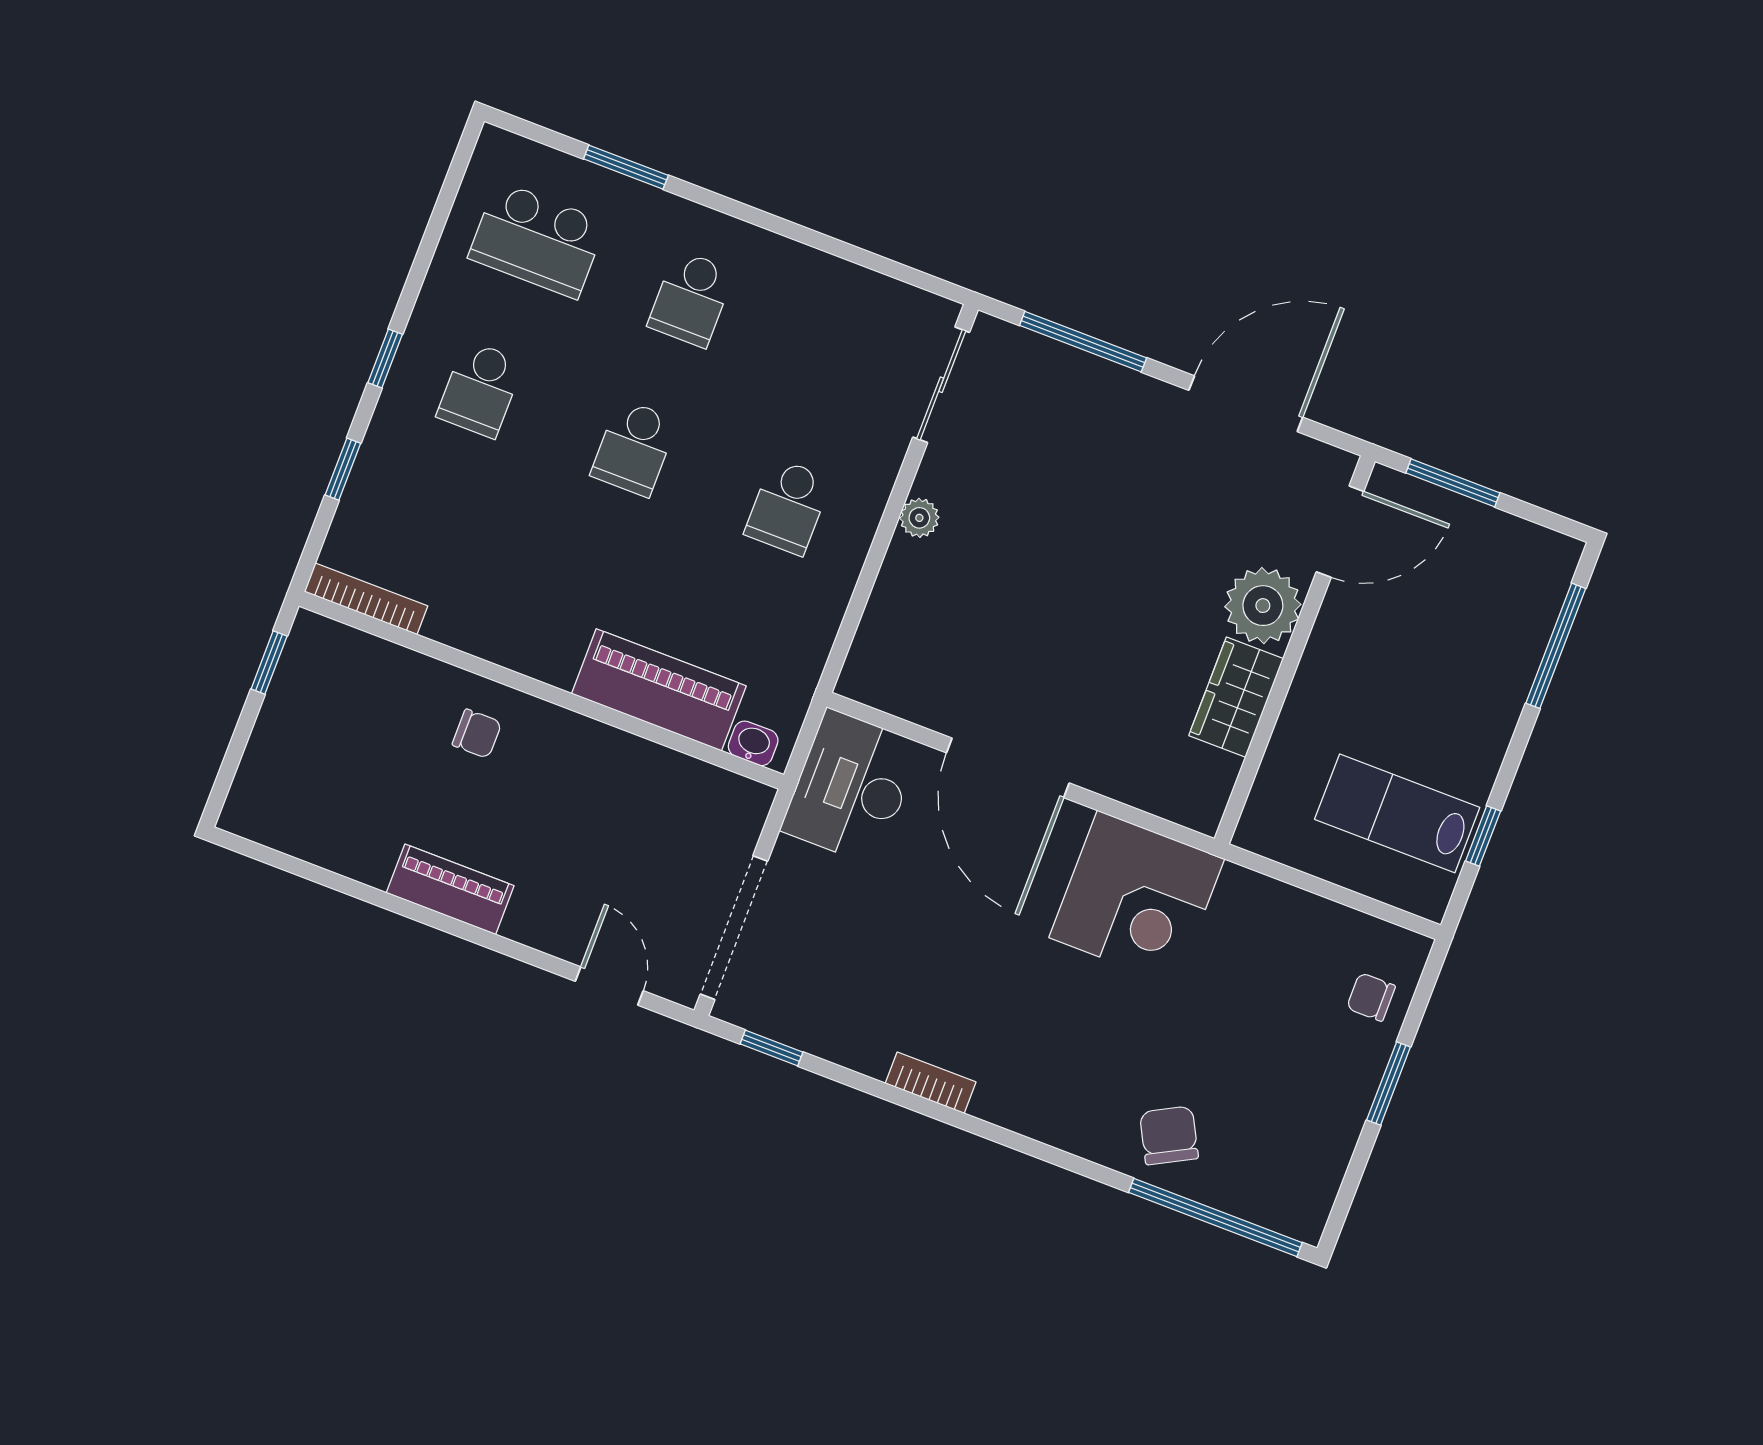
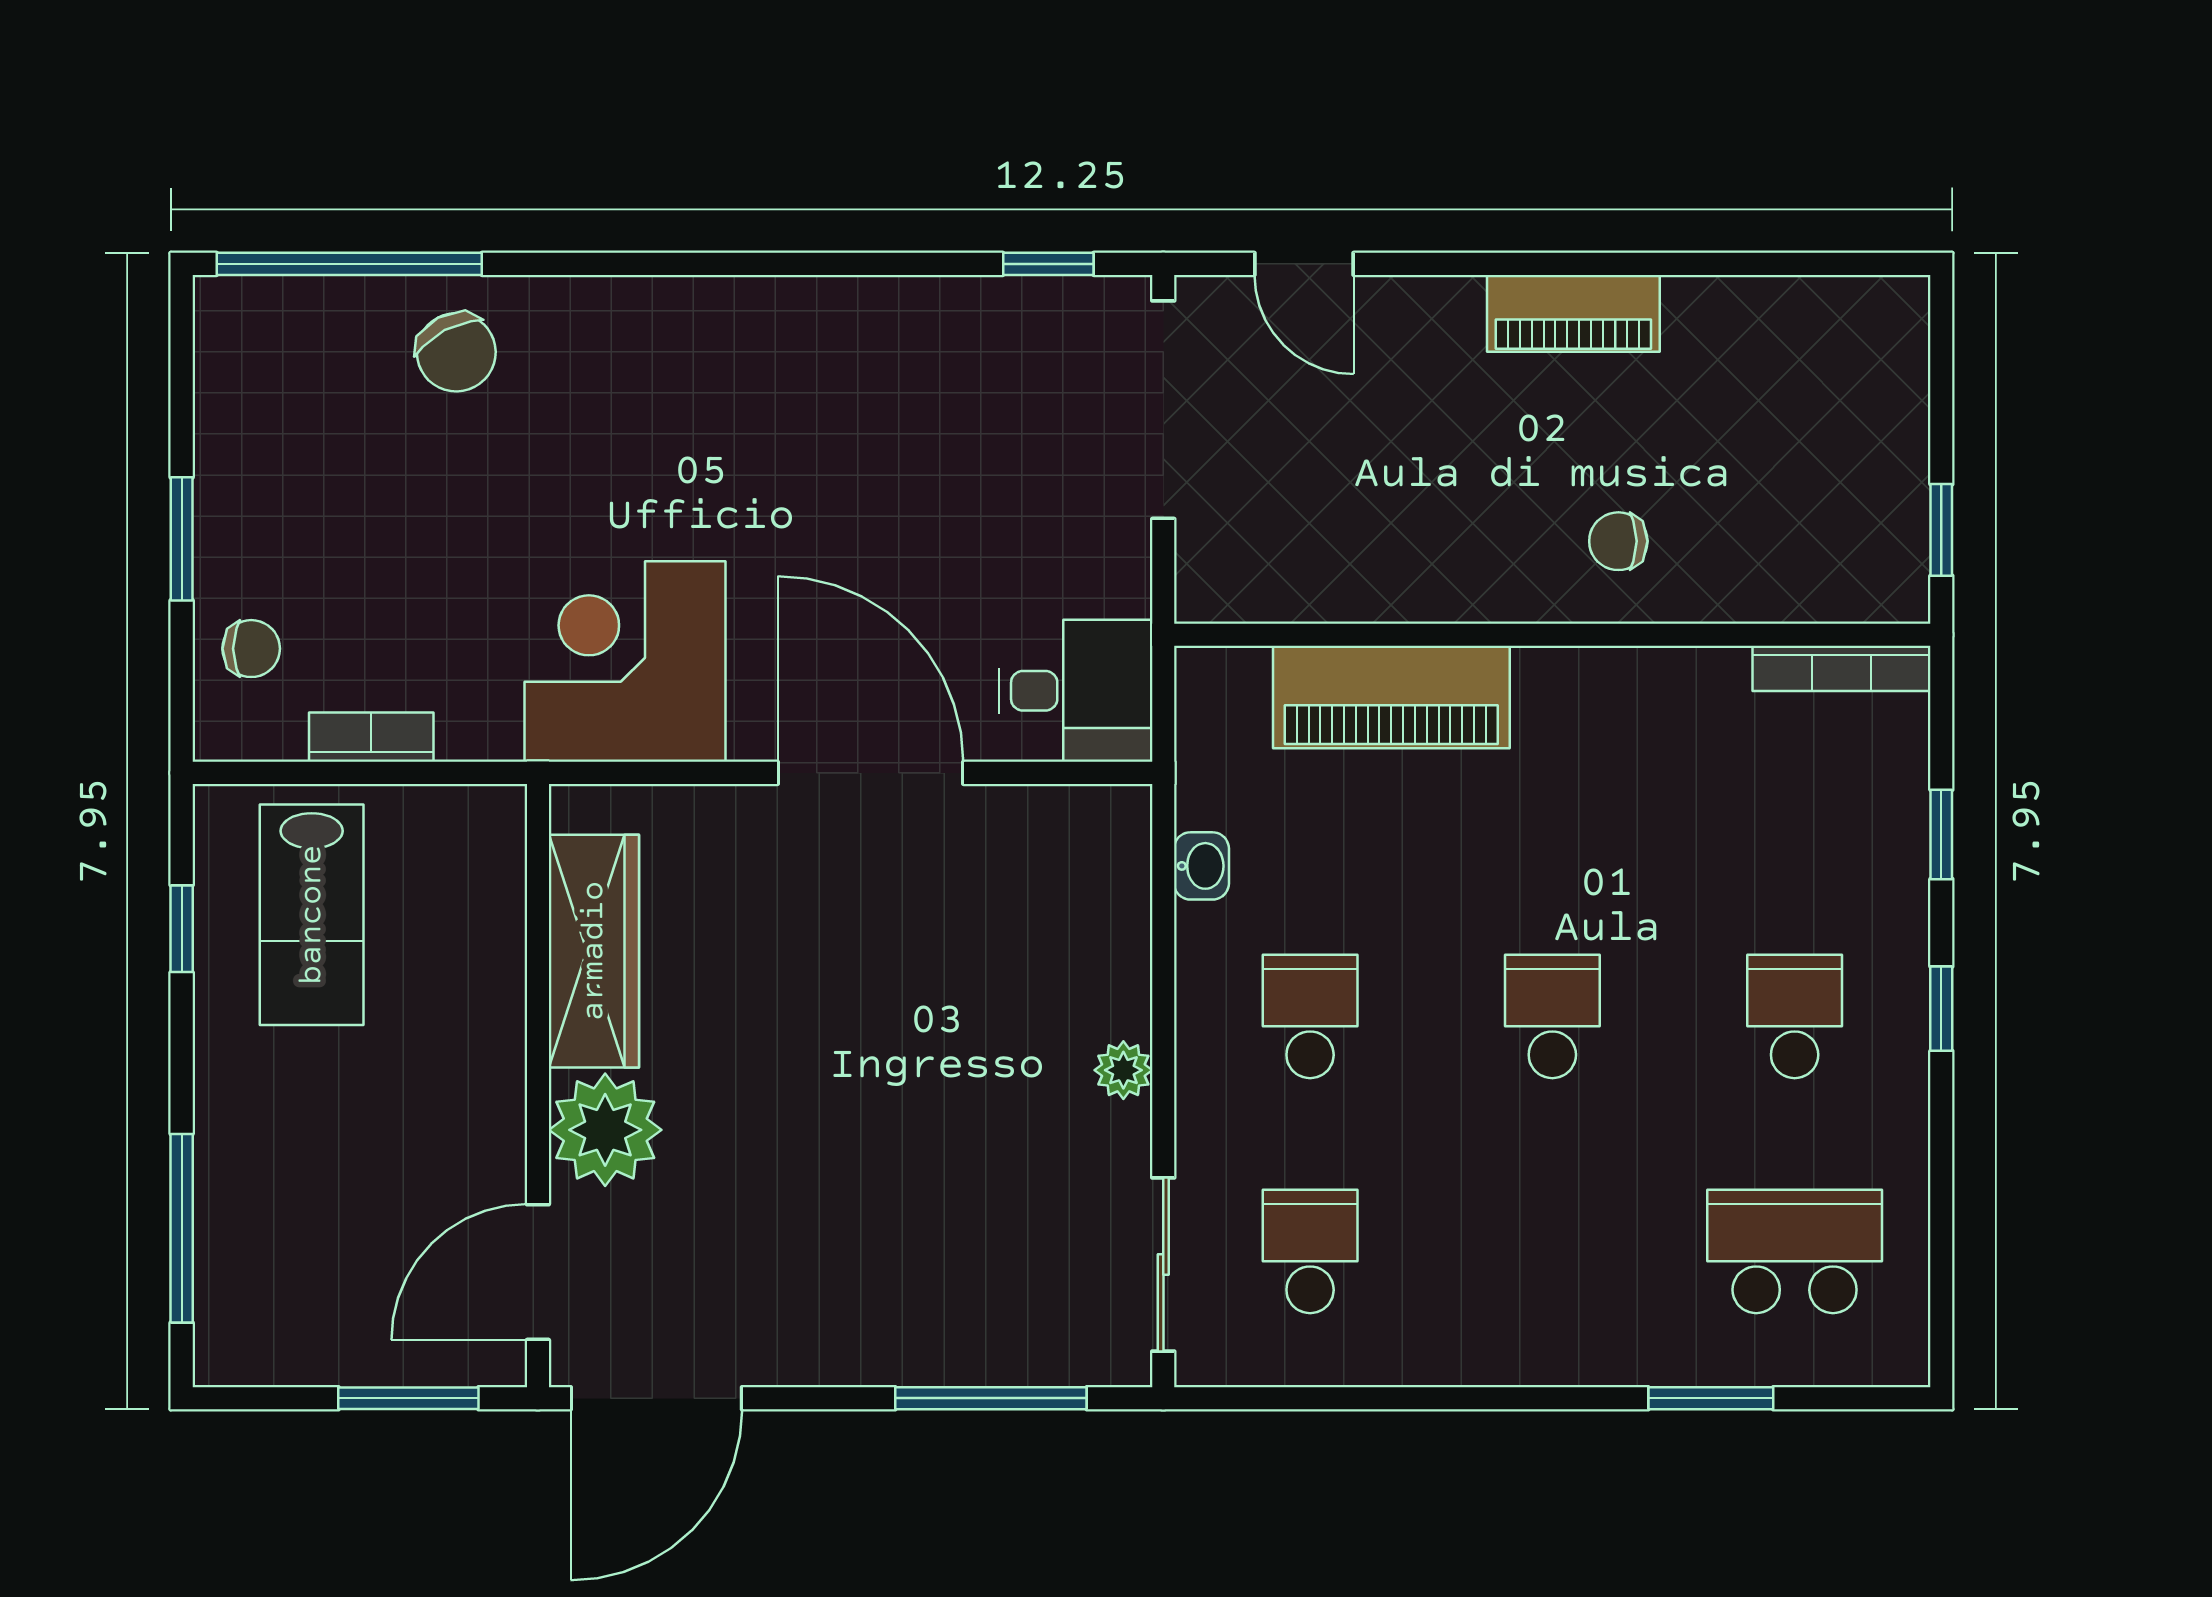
school desk: (691, 299) -> (1310, 1251), moved
door: (1246, 404) -> (656, 1398), moved
wardrobe: (1236, 697) -> (594, 951), width x1.50
washbasin: (753, 743) -> (1201, 866), moved, turned -90
desk: (851, 787) -> (1076, 691), width x0.73
lab bench: (1397, 813) -> (312, 915), turned 90
bookcase: (931, 1083) -> (371, 737), moved, turned 180

